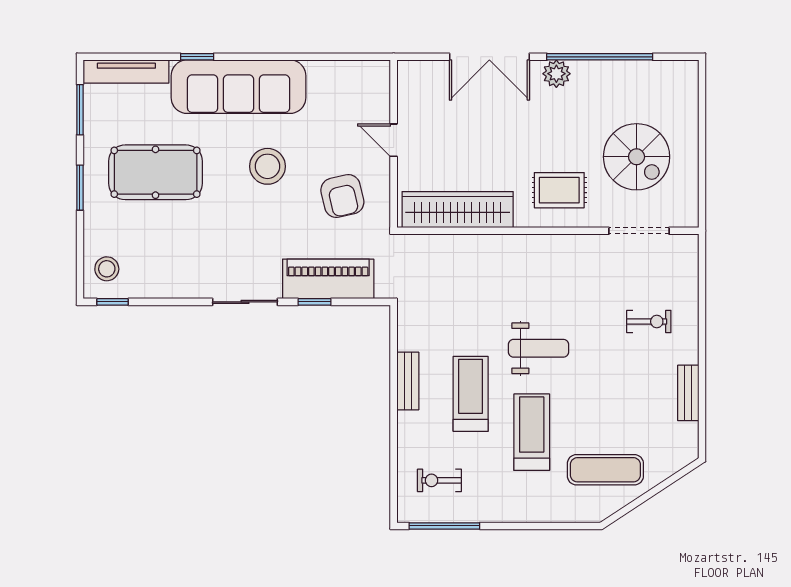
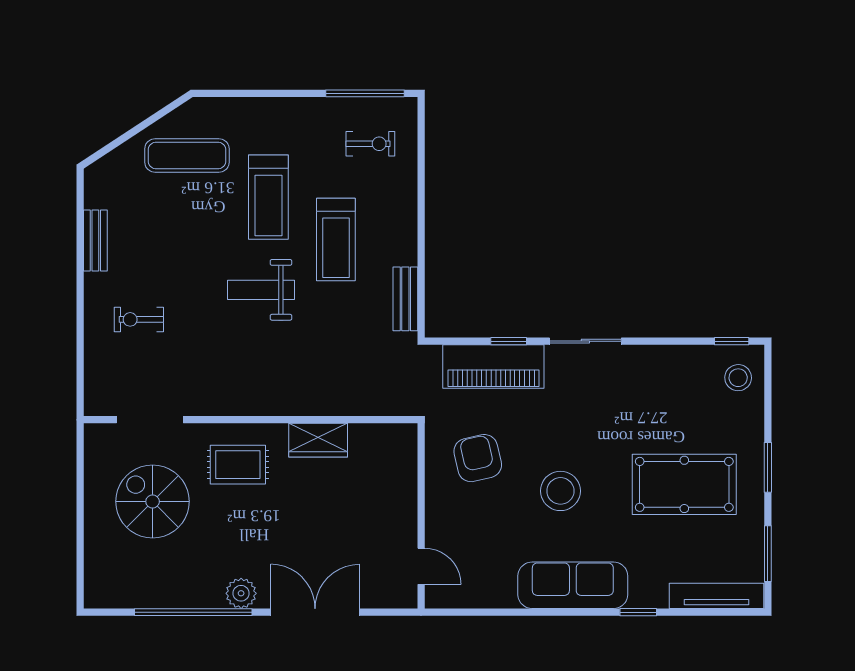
sofa: (239, 87) -> (573, 585), width x0.74, depth x0.79
door: (394, 140) -> (421, 566), moved
wardrobe: (458, 210) -> (318, 440), width x0.48, depth x0.85
bench: (408, 381) -> (405, 299), moved

